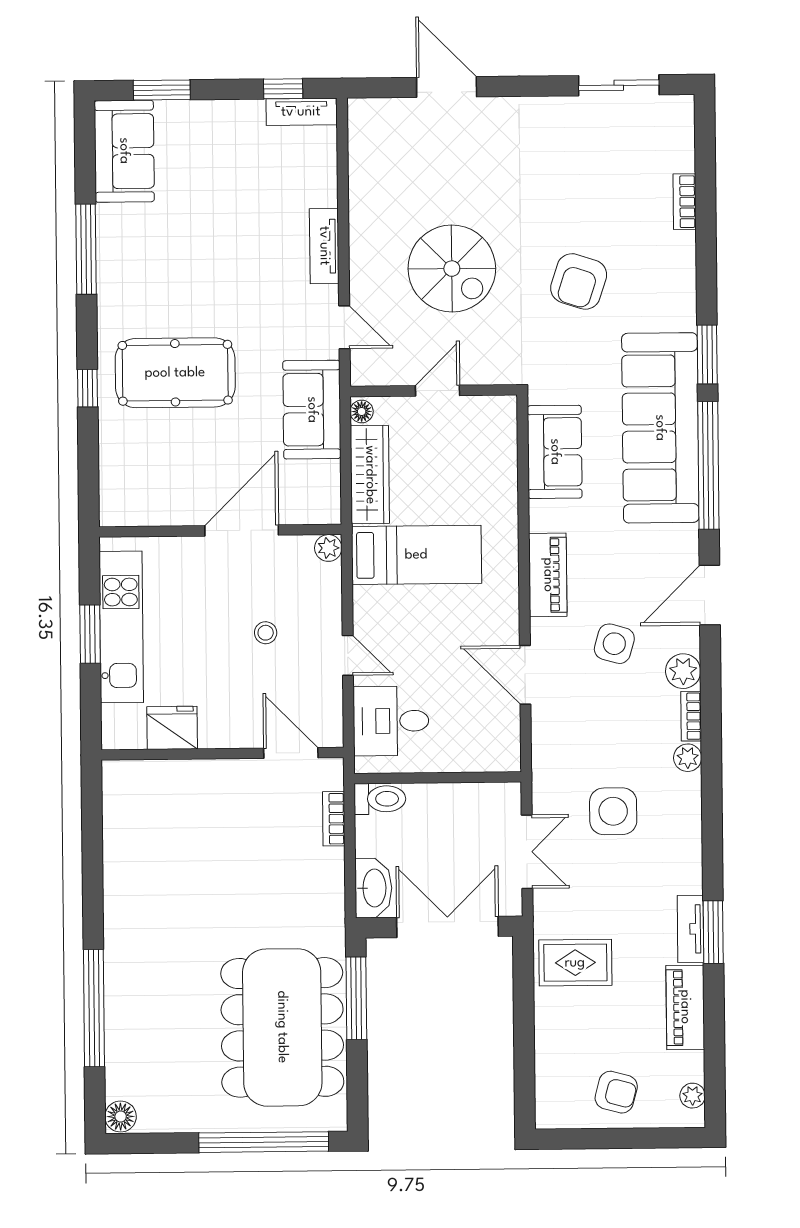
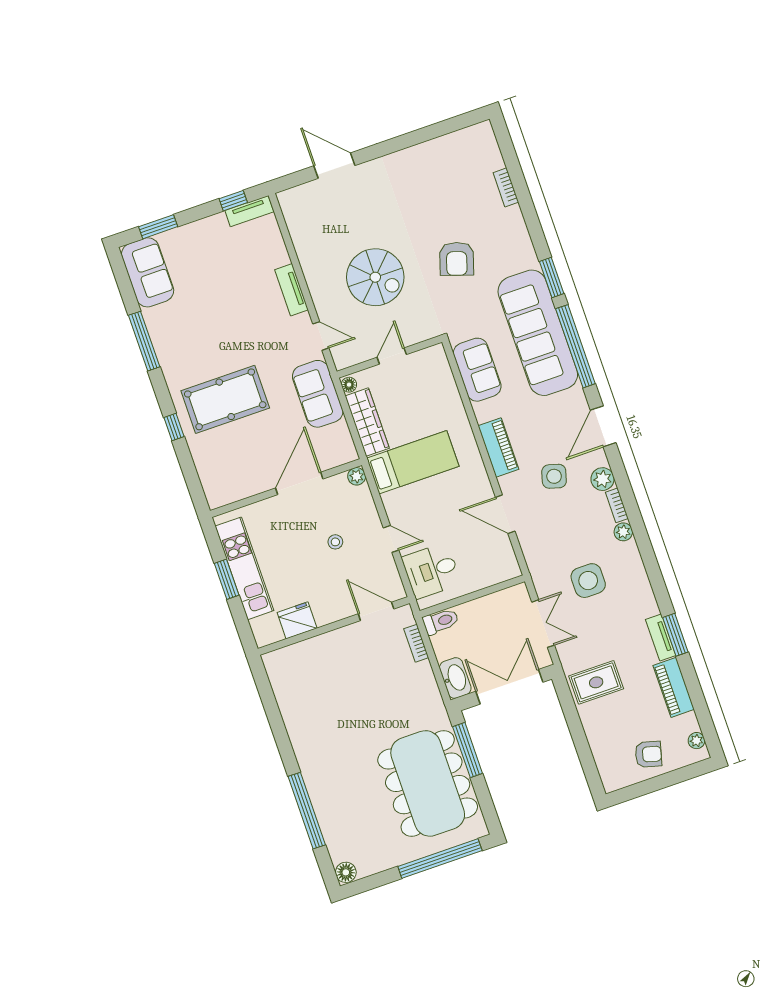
sliding door: (619, 85) -> (441, 129), removed

